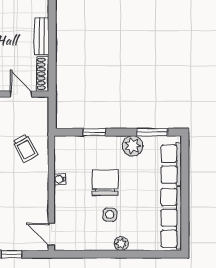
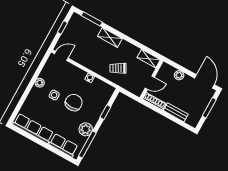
window: (152, 132) -> (87, 144), width x1.44
chair: (105, 182) -> (74, 102), turned -90
plant: (121, 244) -> (40, 83), moved

